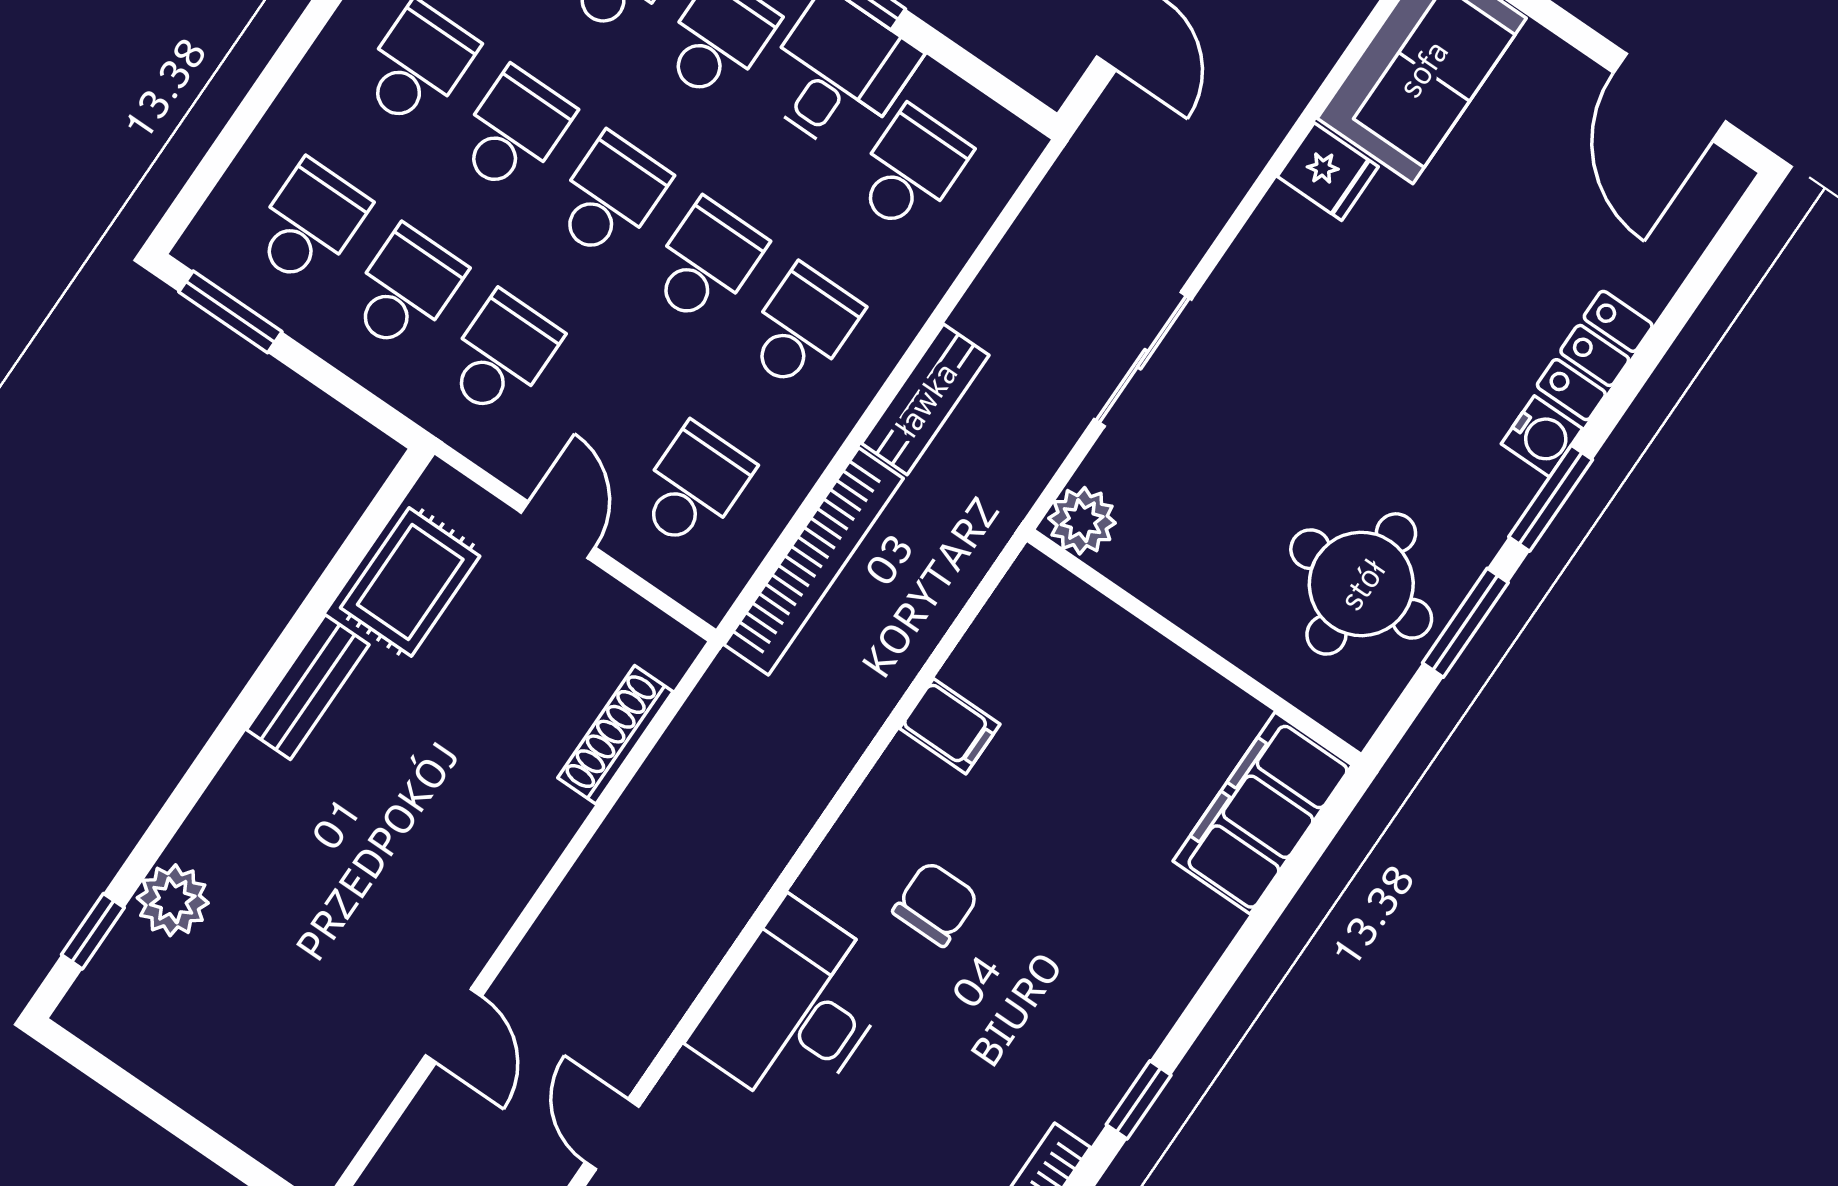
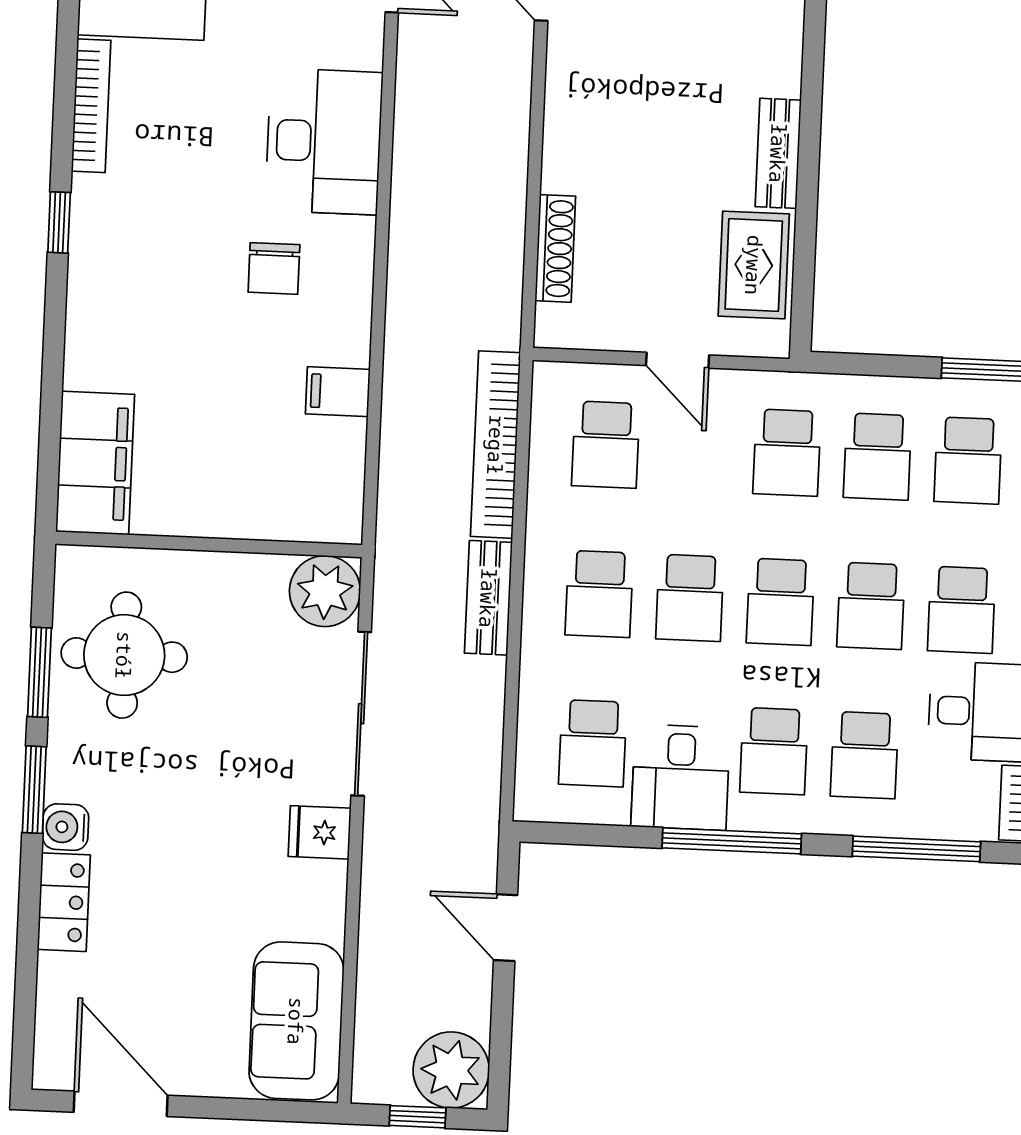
fridge: (1328, 172) -> (320, 832), moved
sliding door: (1143, 359) -> (361, 714), width x1.37
plant: (1082, 521) -> (325, 591), width x1.36, depth x1.36

